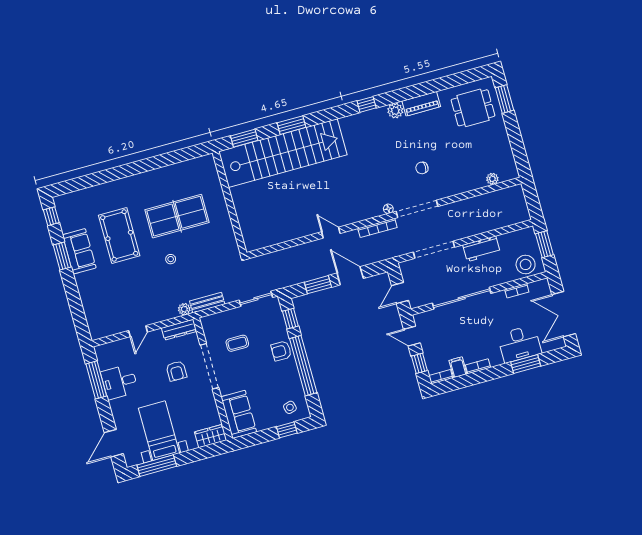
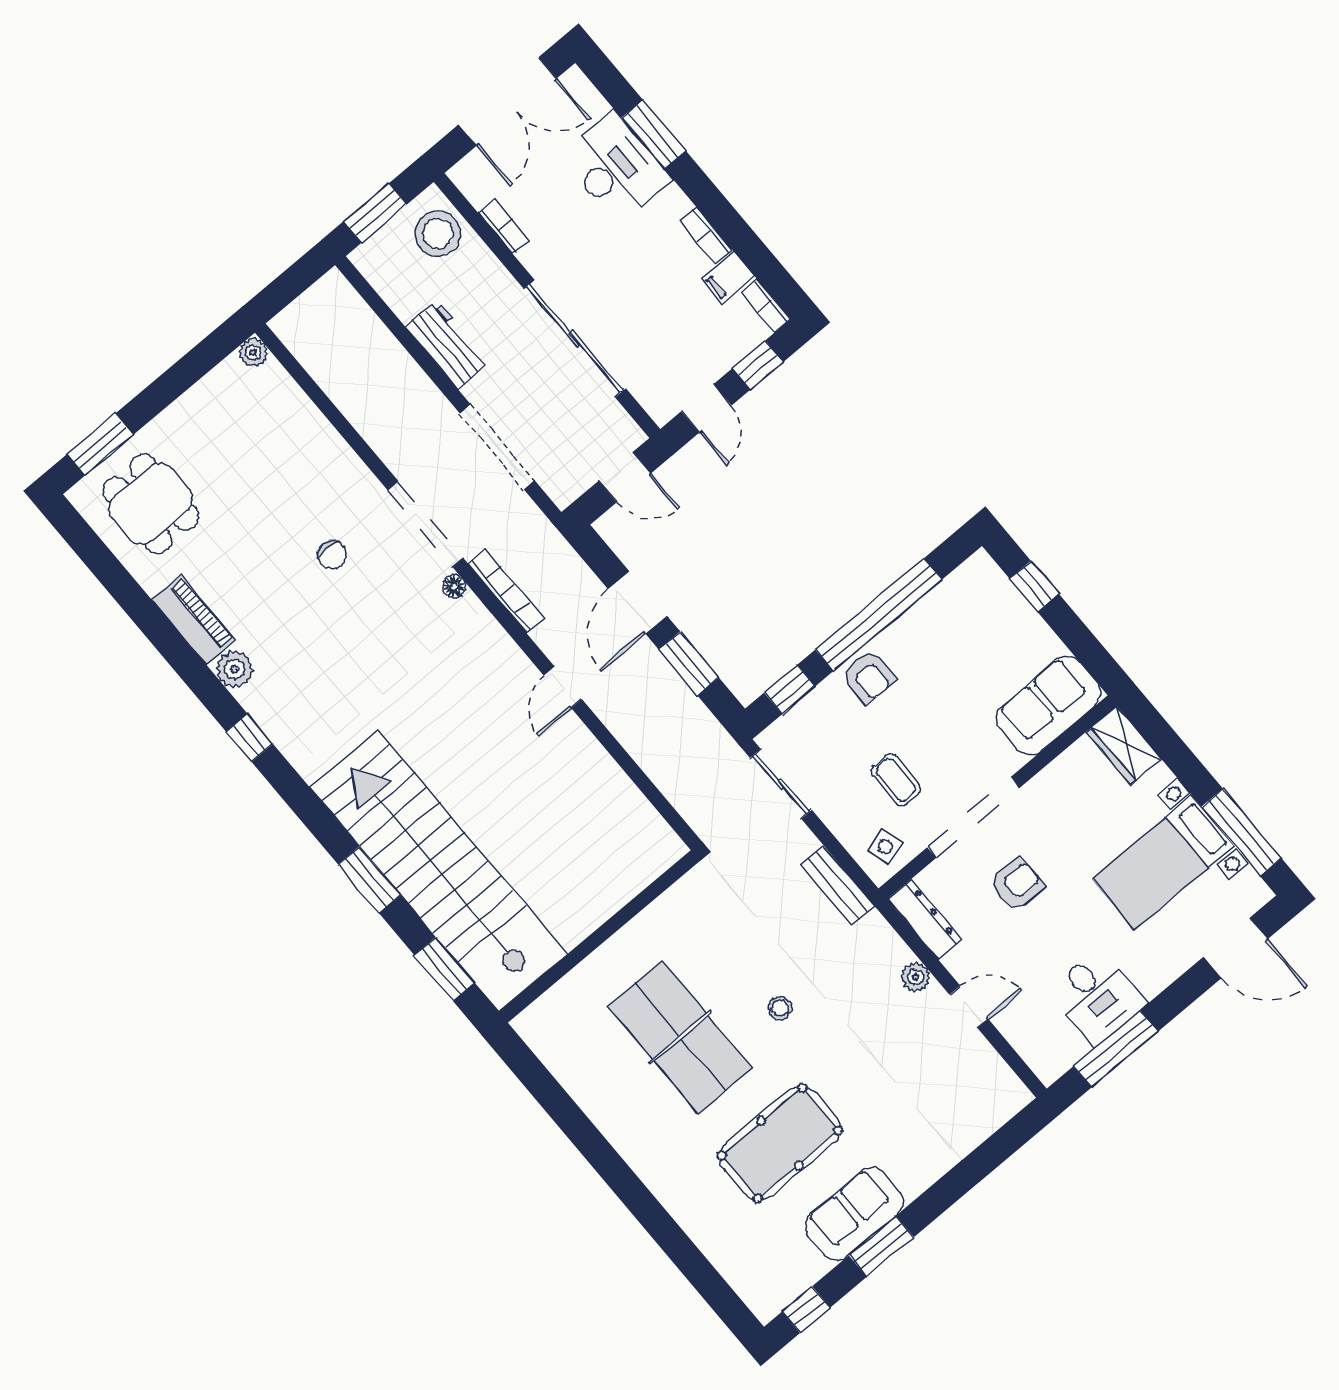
plant: (492, 179) -> (253, 353), moved
plant: (184, 309) -> (916, 977), moved
side table: (290, 407) -> (885, 847), moved

